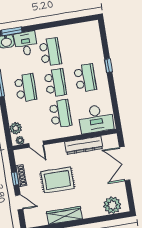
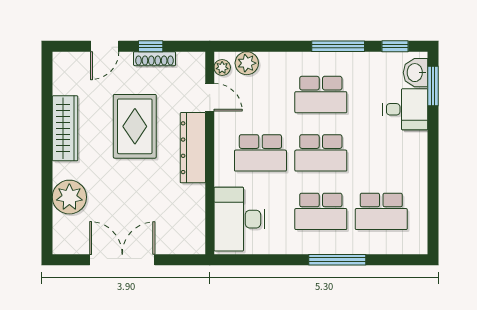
school desk: (50, 52) -> (381, 211), moved
window: (108, 66) -> (337, 260), width x2.17
door: (36, 144) -> (210, 97), swing flipped
dresser: (84, 145) -> (193, 148), moved
double door: (125, 164) -> (122, 260), moved
plant: (112, 205) -> (69, 197), moved

